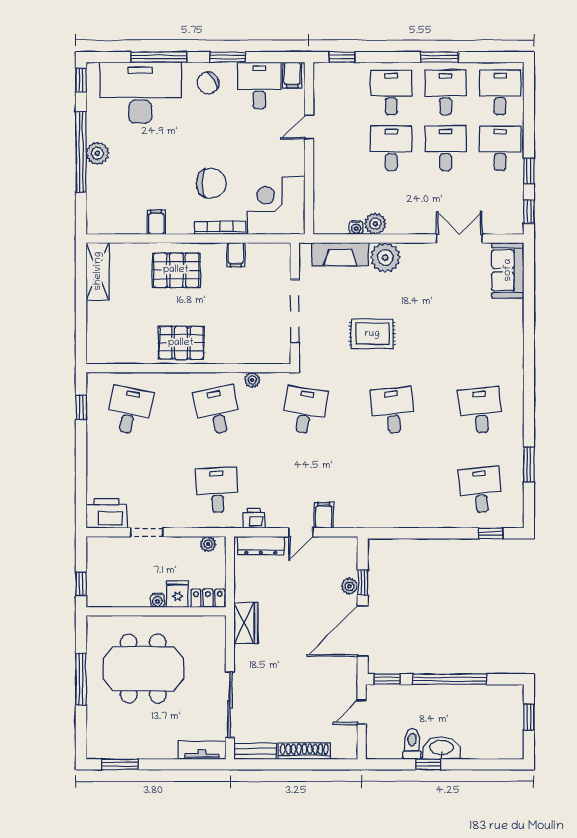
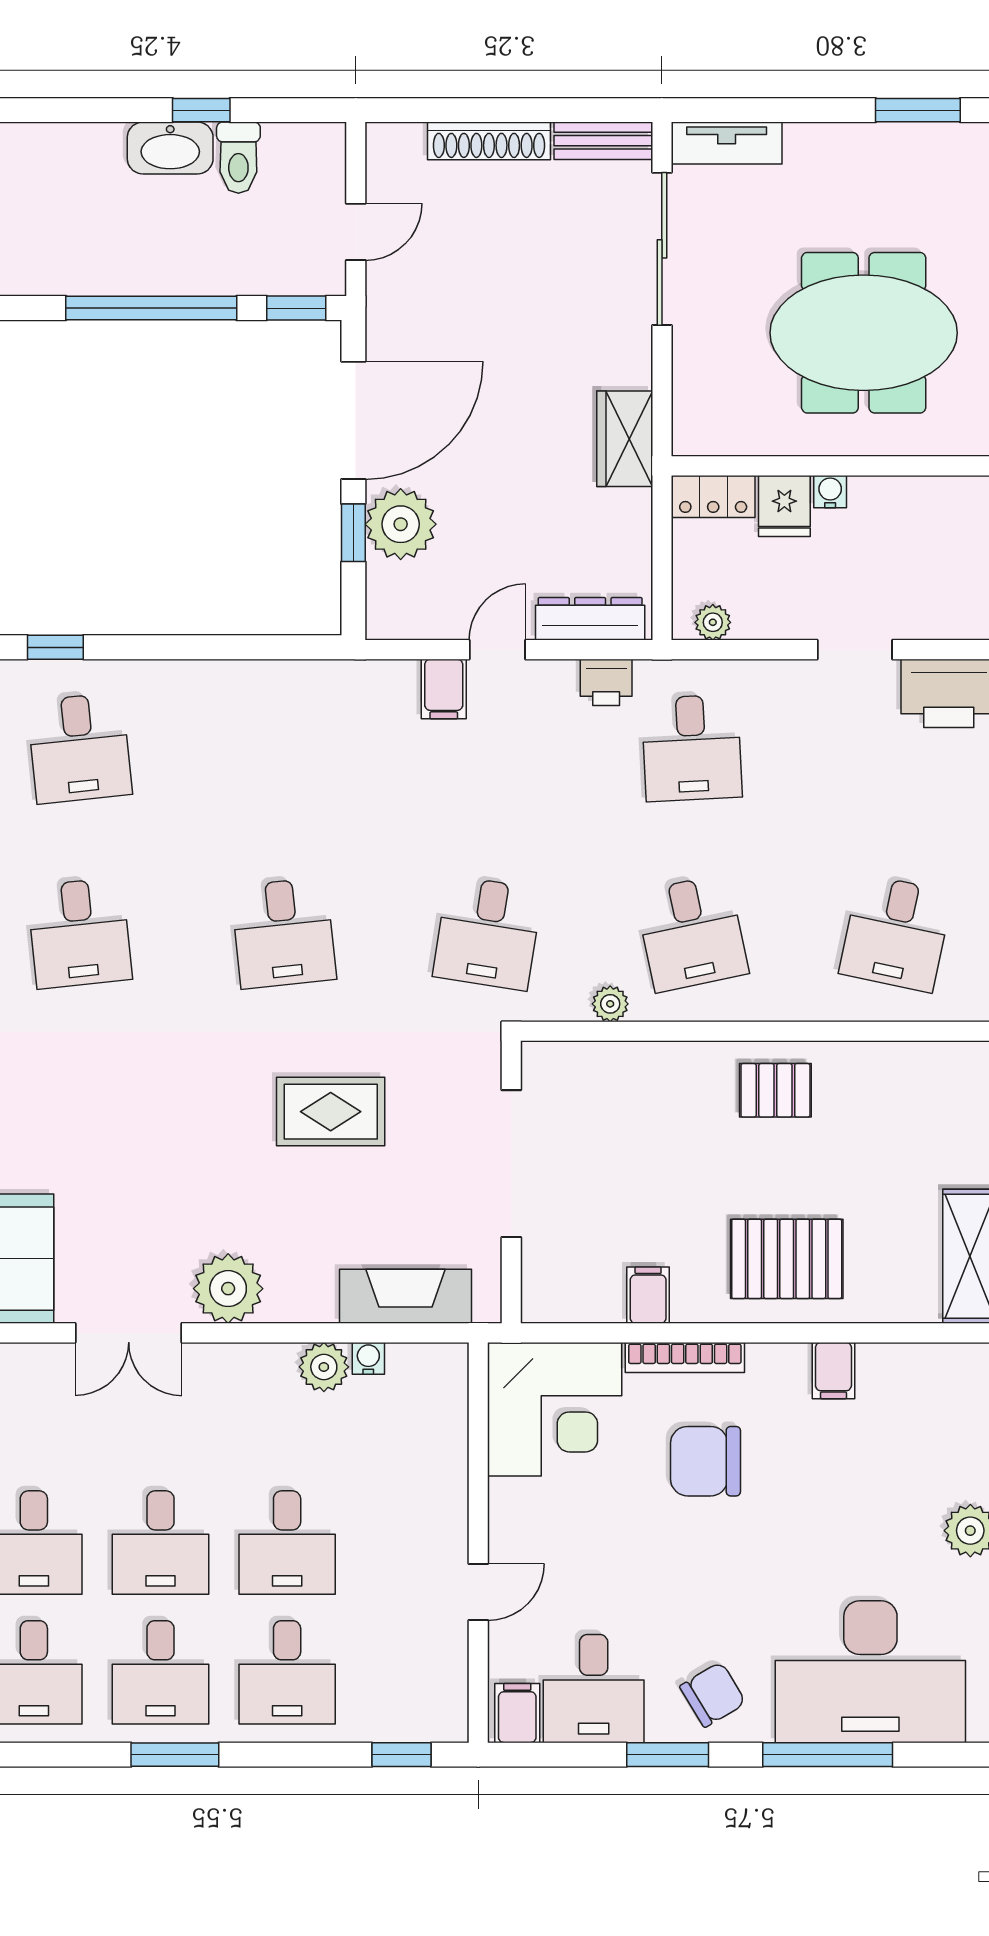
plant: (385, 257) -> (228, 1289), moved
pallet: (181, 343) -> (775, 1090), width x0.67, depth x0.71
plant: (349, 586) -> (401, 524), width x1.88, depth x1.88

